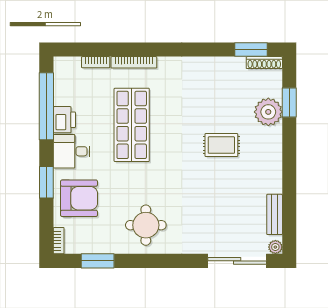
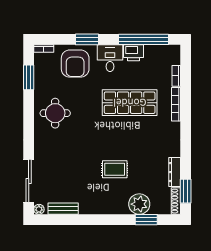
dresser: (225, 64) -> (175, 172), added
rug: (221, 145) -> (115, 169), turned 90

